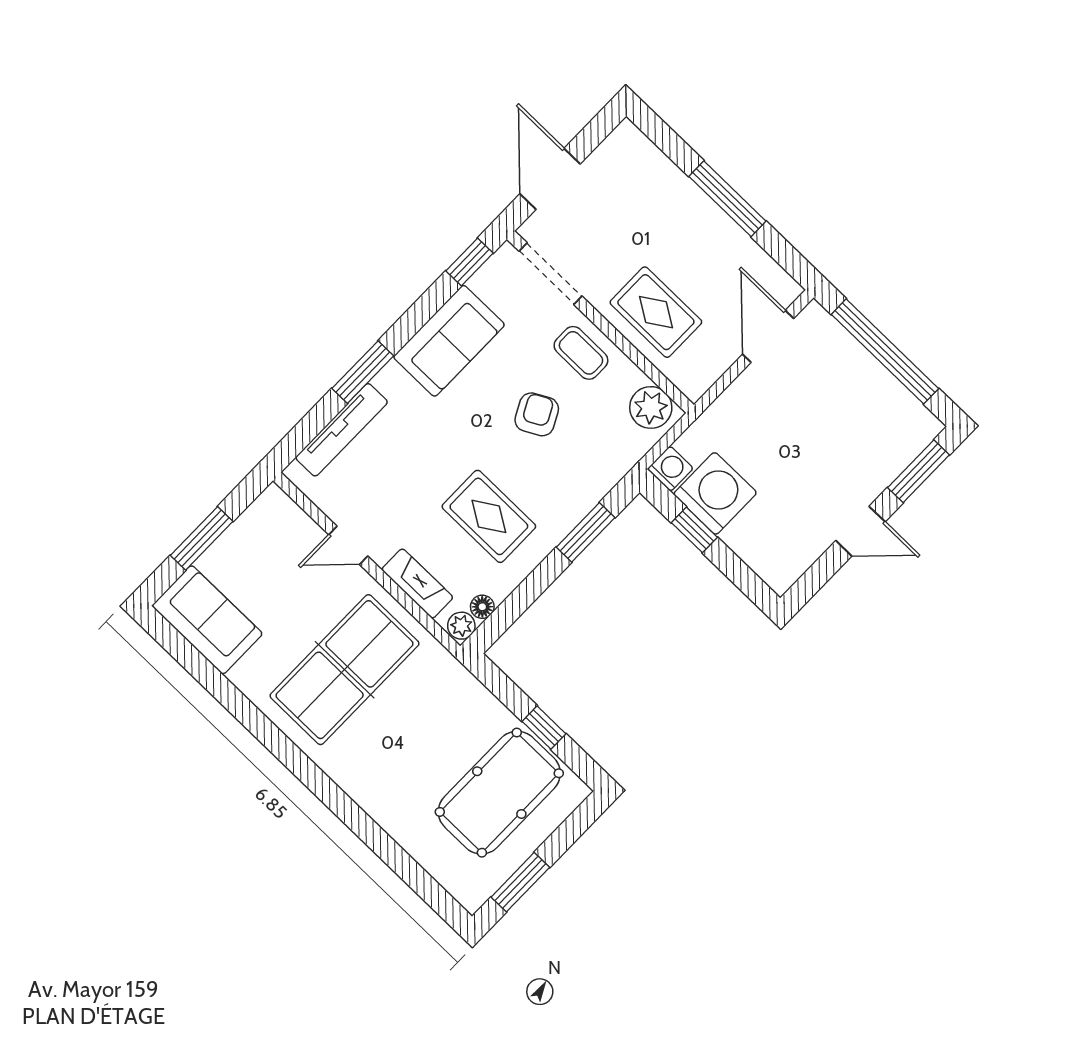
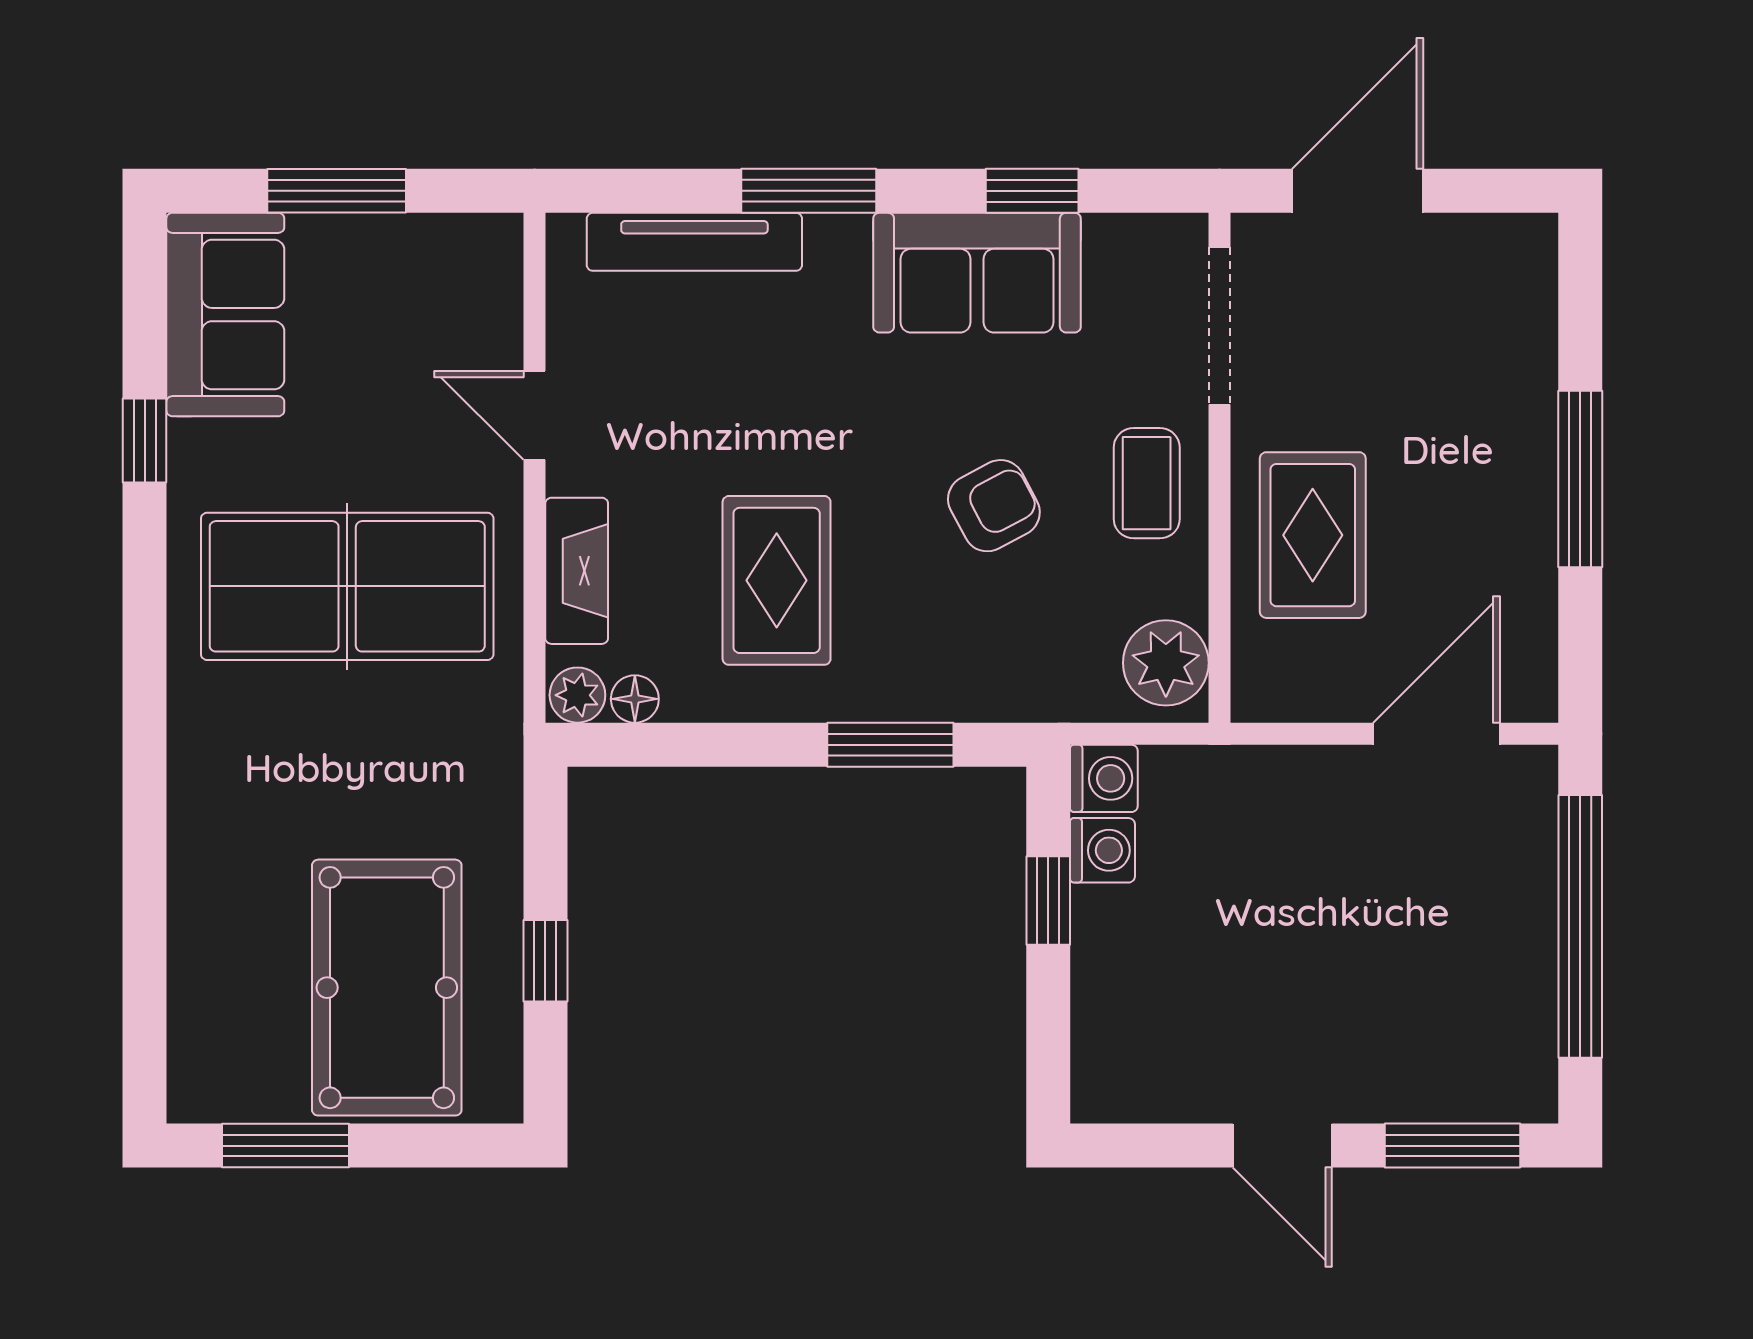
window: (469, 262) -> (1032, 191), moved
washing machine: (715, 493) -> (1102, 850), width x0.53, depth x0.53
window: (224, 691) -> (145, 441), added
pool table: (499, 793) -> (387, 988), turned 90

